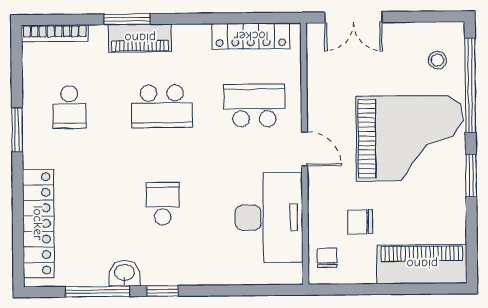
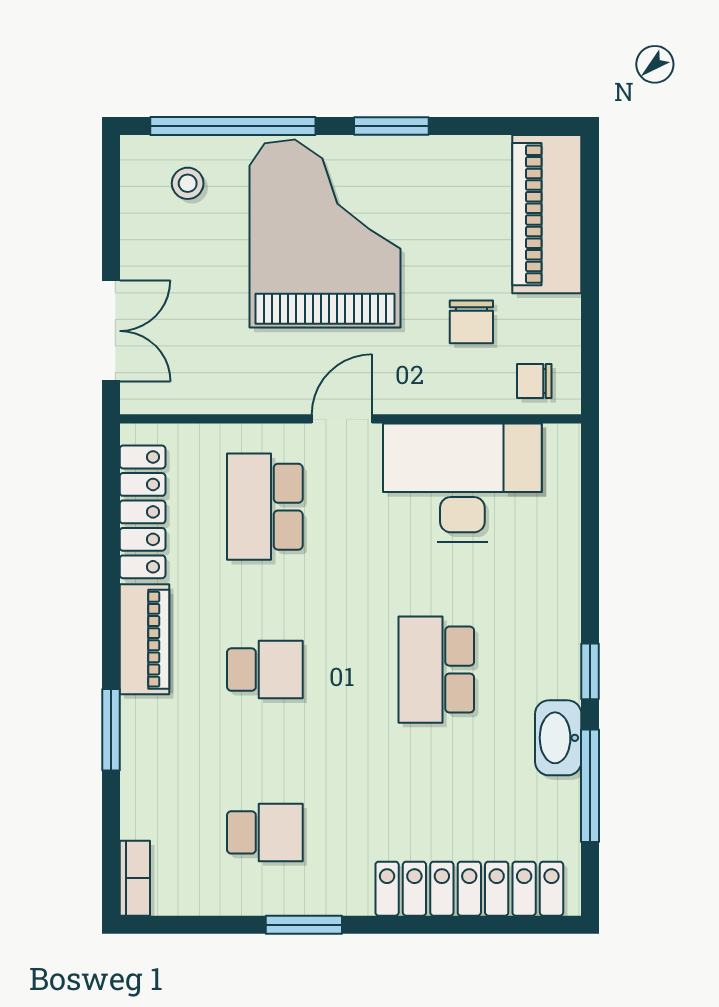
bookcase: (55, 33) -> (135, 878), width x0.64
piano: (140, 38) -> (144, 639), moved
school desk: (162, 106) -> (265, 670), width x0.54
school desk: (163, 204) -> (436, 670), width x1.85
washbasin: (125, 273) -> (558, 738), width x1.38

